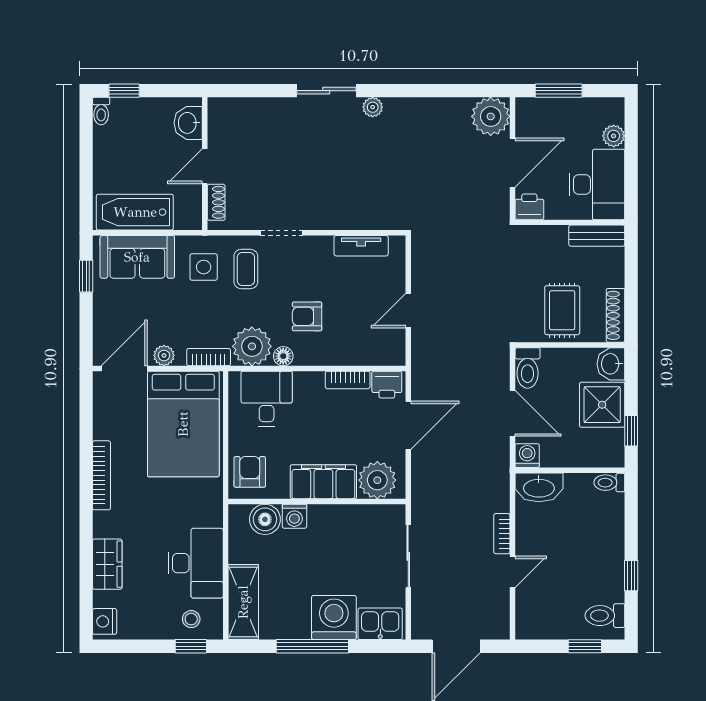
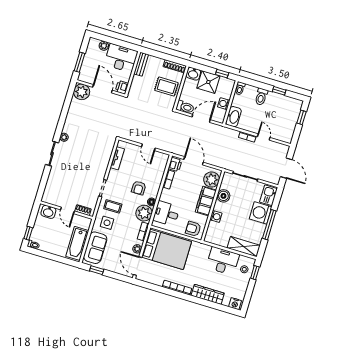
washing machine: (527, 456) -> (224, 104), moved
boiler: (265, 519) -> (223, 196), moved
wardrobe: (107, 564) -> (208, 294), width x1.50
toilet: (605, 616) -> (261, 97), moved

